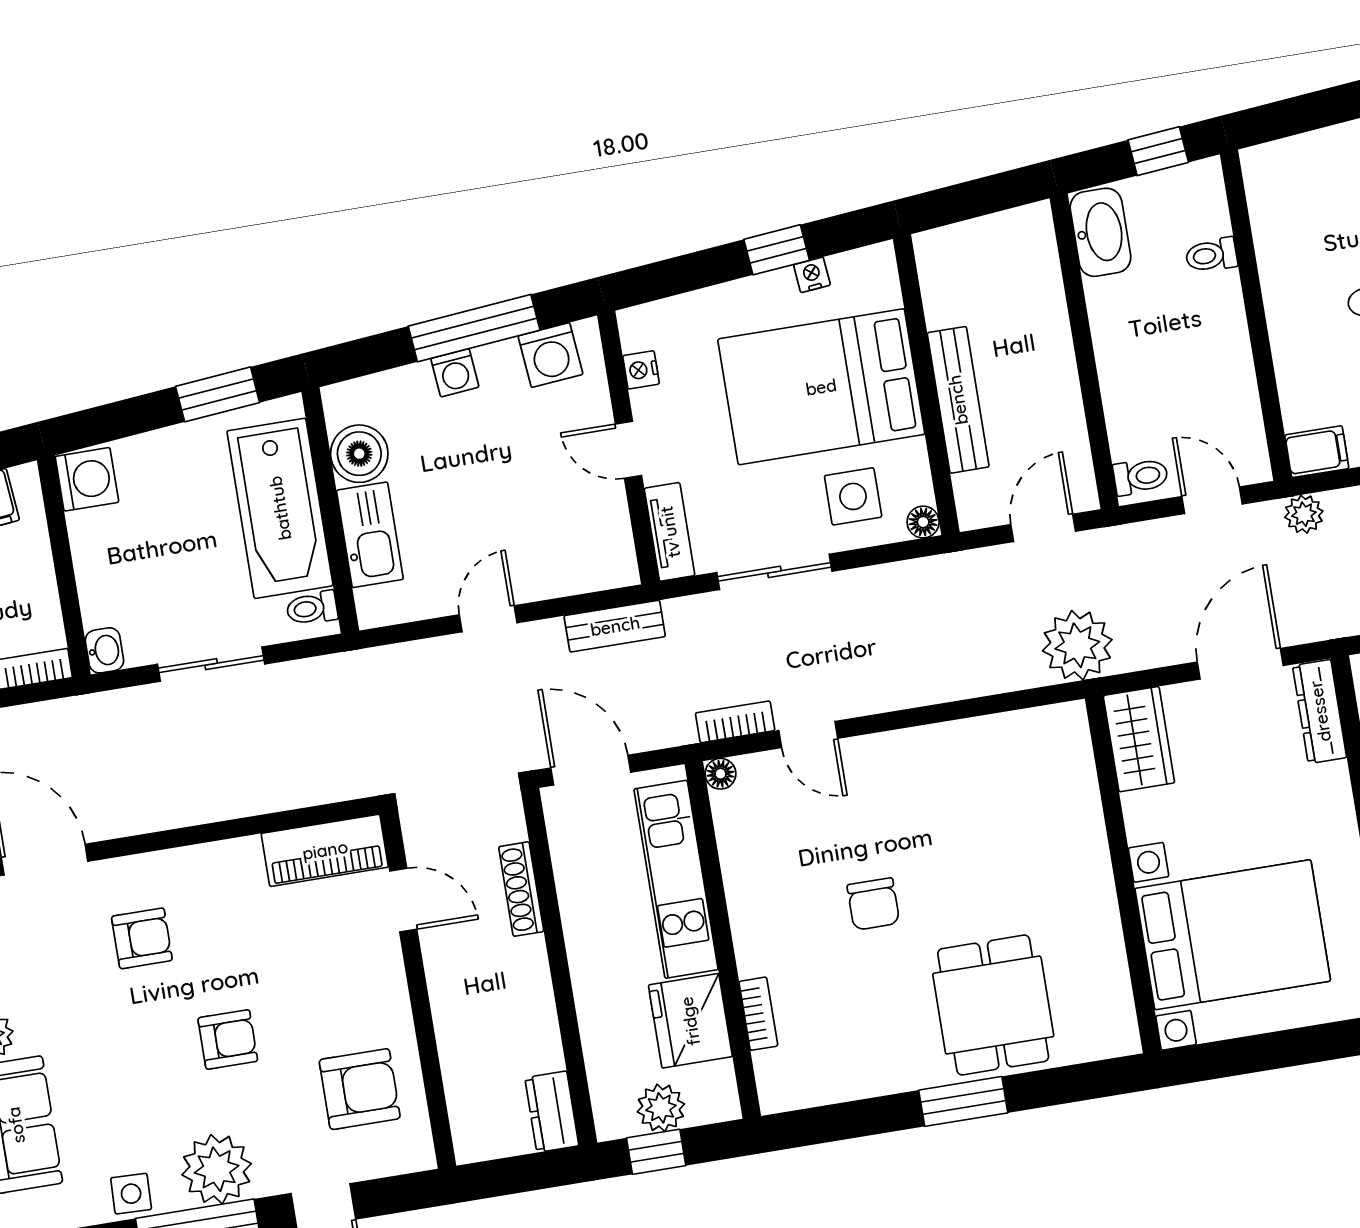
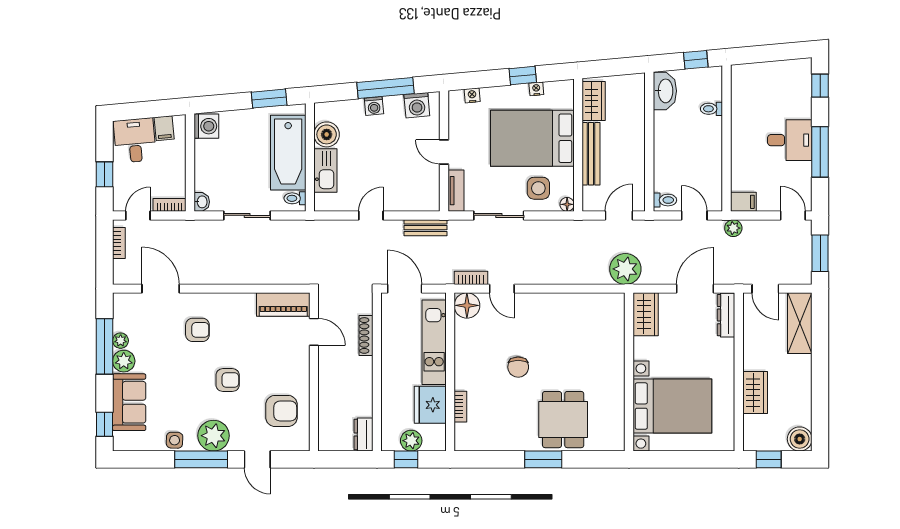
wardrobe: (945, 281) -> (594, 101), added
nightstand: (641, 370) -> (472, 95), moved, turned 85
floor lamp: (720, 774) -> (467, 305), width x1.89, depth x1.89

